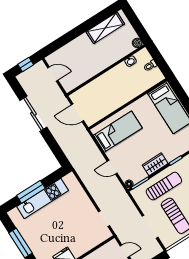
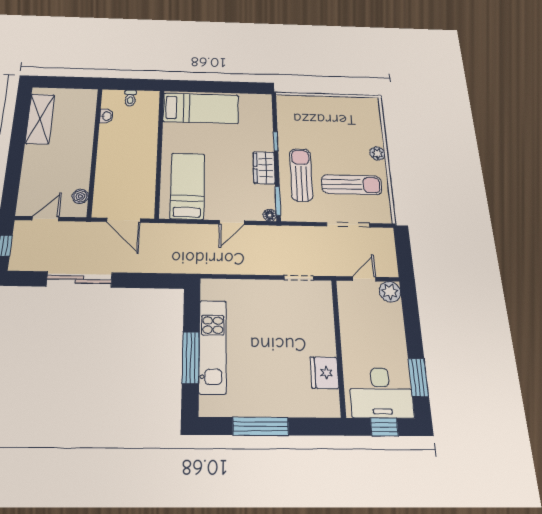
boiler: (137, 43) -> (80, 196), moved
door: (77, 113) -> (124, 220), hinge flipped

